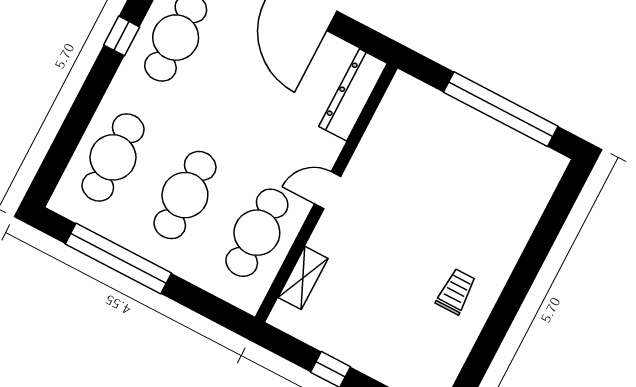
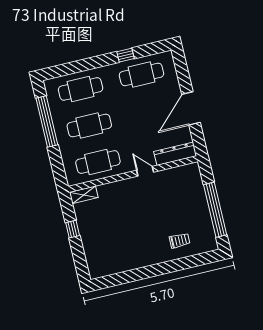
door: (328, 190) -> (145, 171), moved
shelving: (303, 278) -> (84, 195), moved
trolley: (456, 292) -> (180, 241), moved

